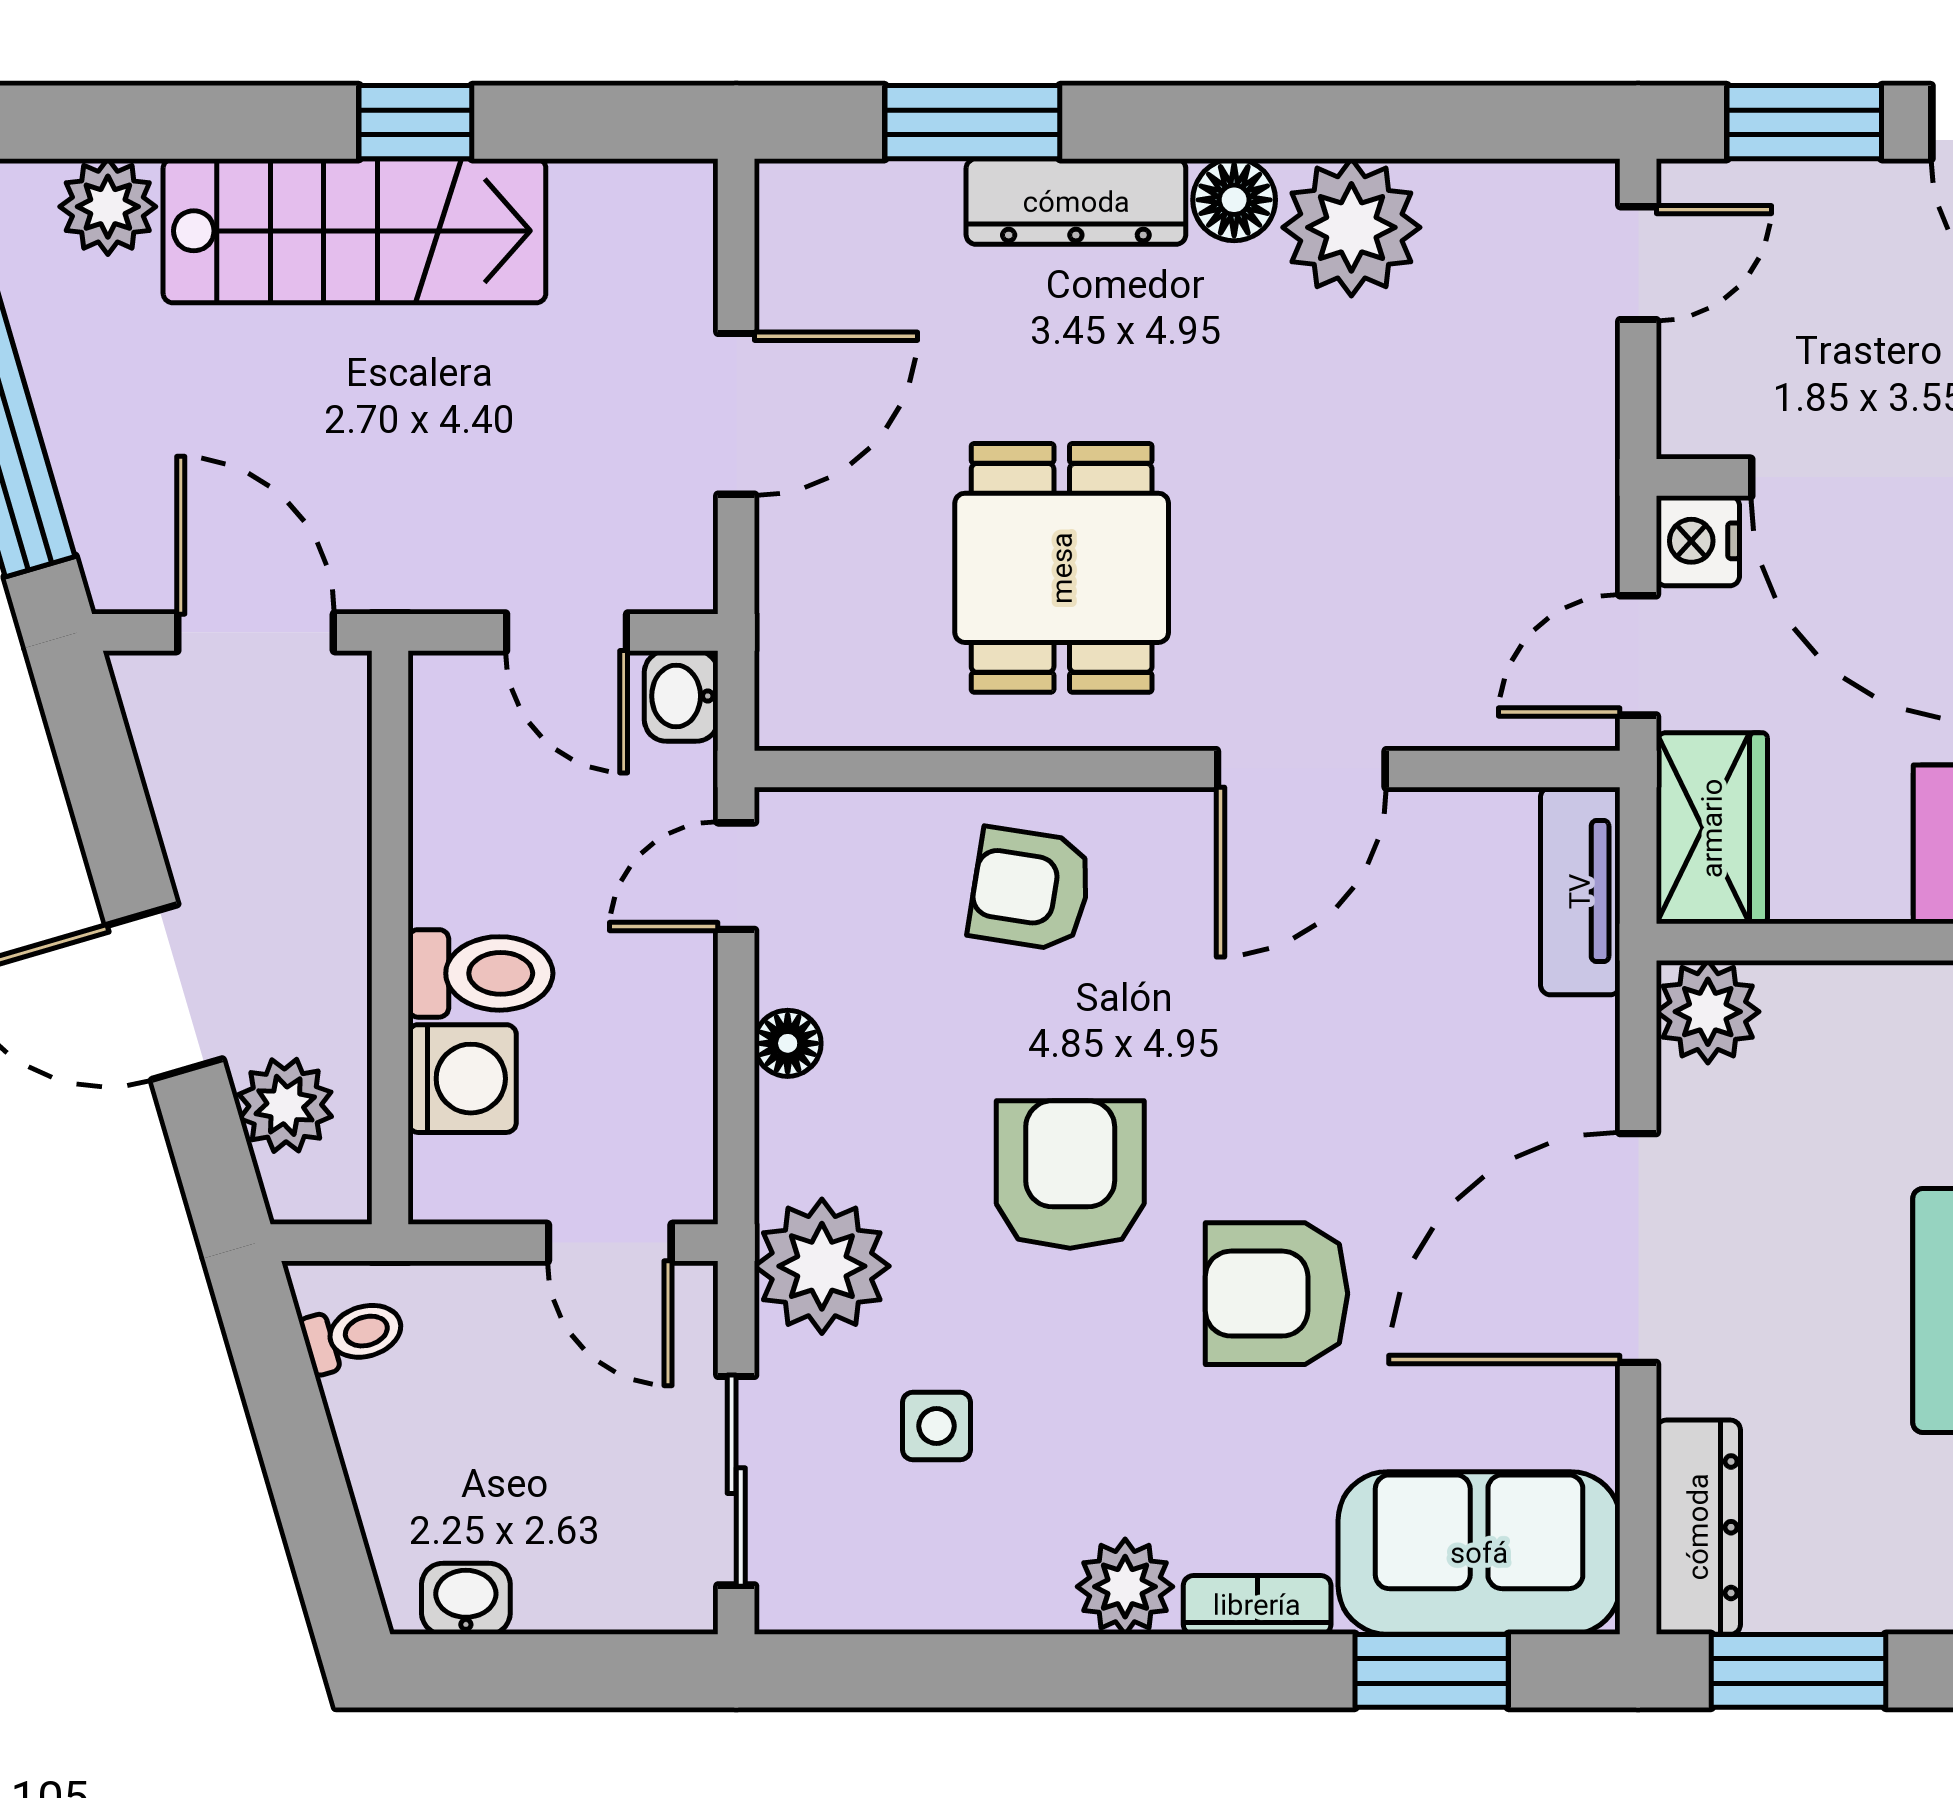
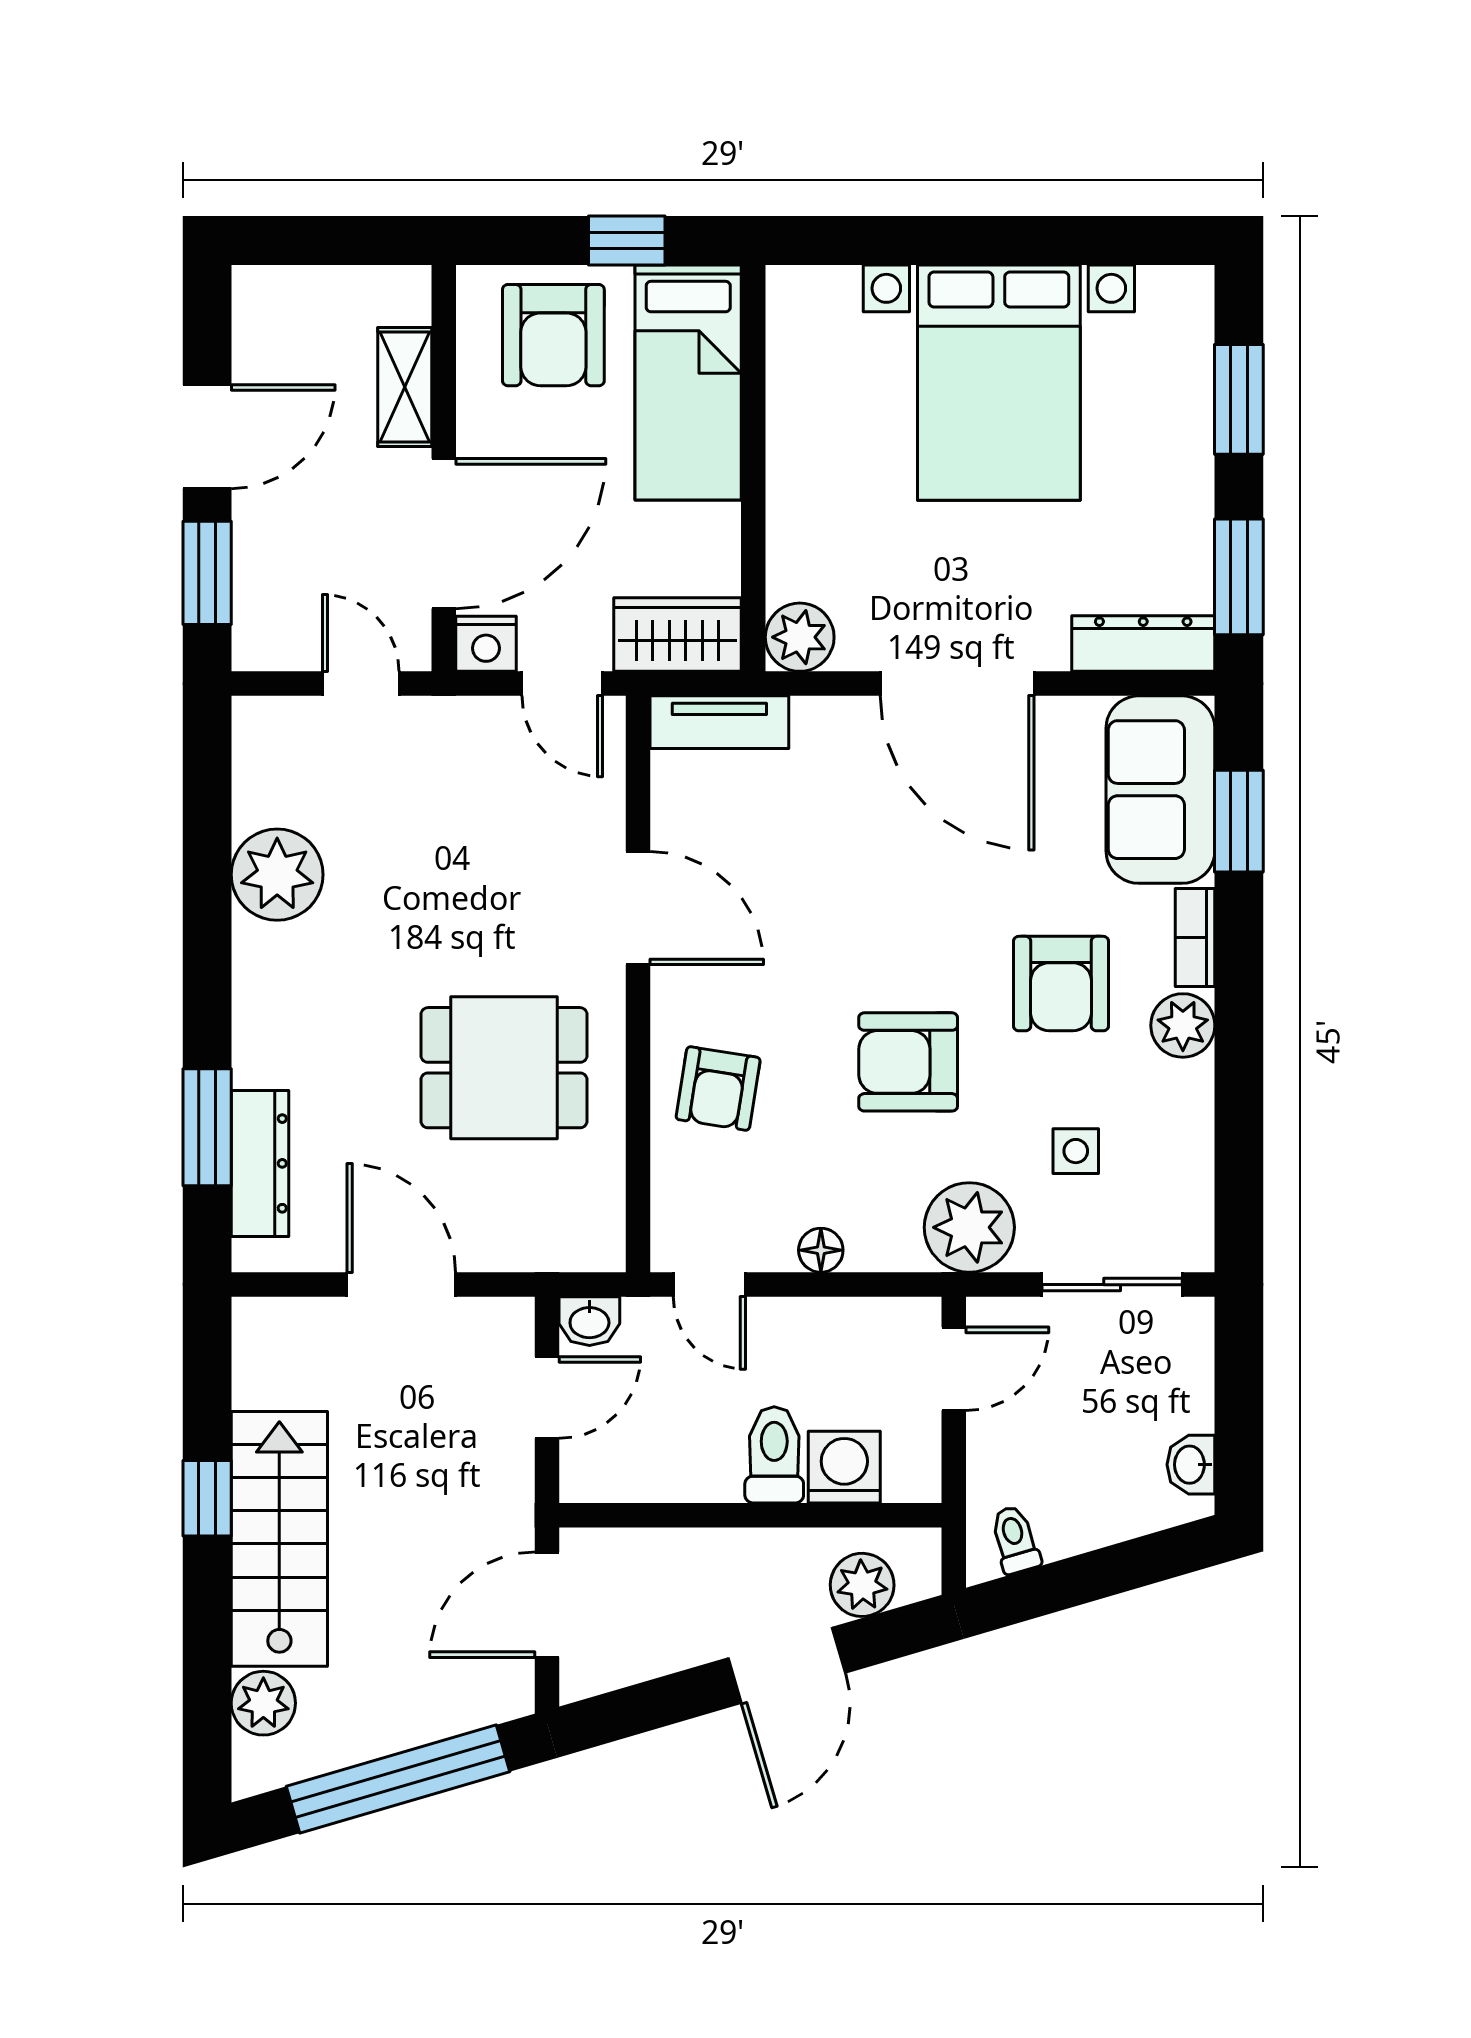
floor lamp: (1234, 200) -> (259, 953), removed
dresser: (1076, 202) -> (260, 1163), moved
door: (1638, 263) -> (361, 684), moved
armchair: (1276, 1294) -> (1061, 984), moved

